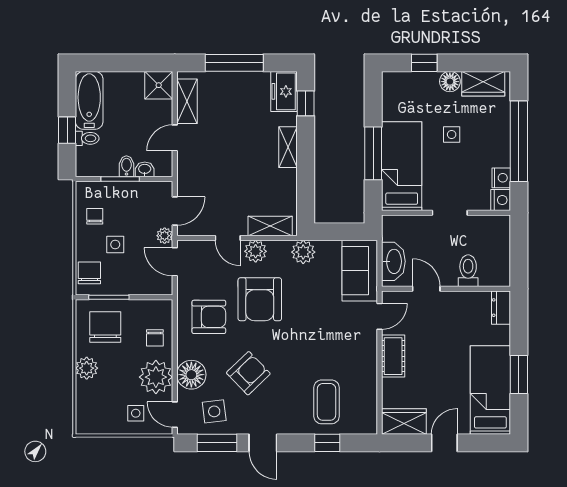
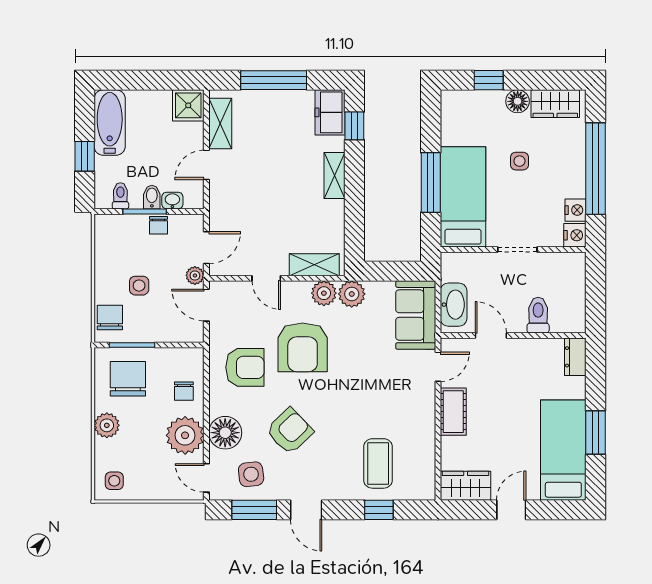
toilet: (87, 138) -> (120, 196), moved, turned -90
chair: (95, 216) -> (158, 225), moved, turned 180
plant: (256, 251) -> (324, 293), moved
side table: (136, 413) -> (114, 481), moved

